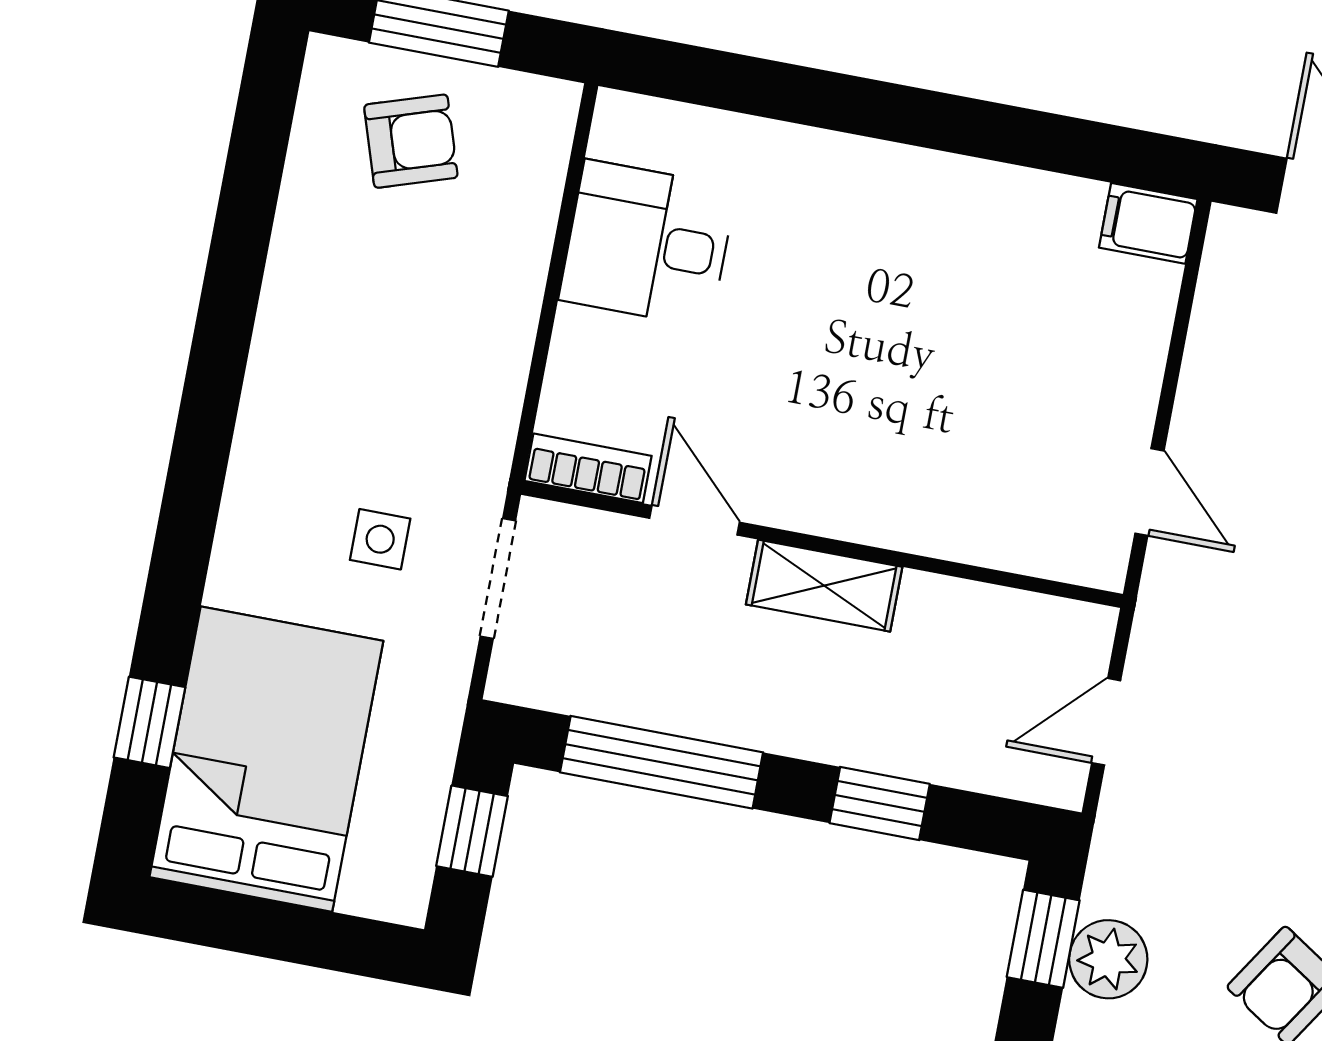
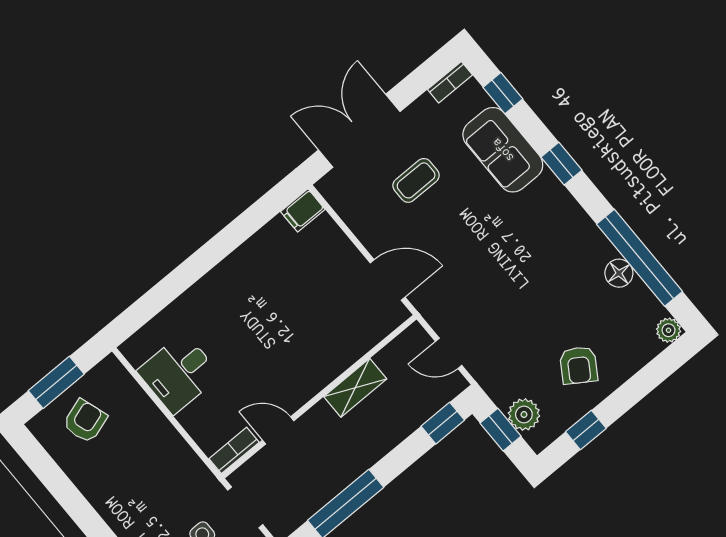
door: (1149, 492) -> (388, 280), width x1.38
shelving: (824, 586) -> (355, 388), moved
door: (1106, 722) -> (449, 353), hinge flipped
window: (880, 803) -> (443, 423), moved

